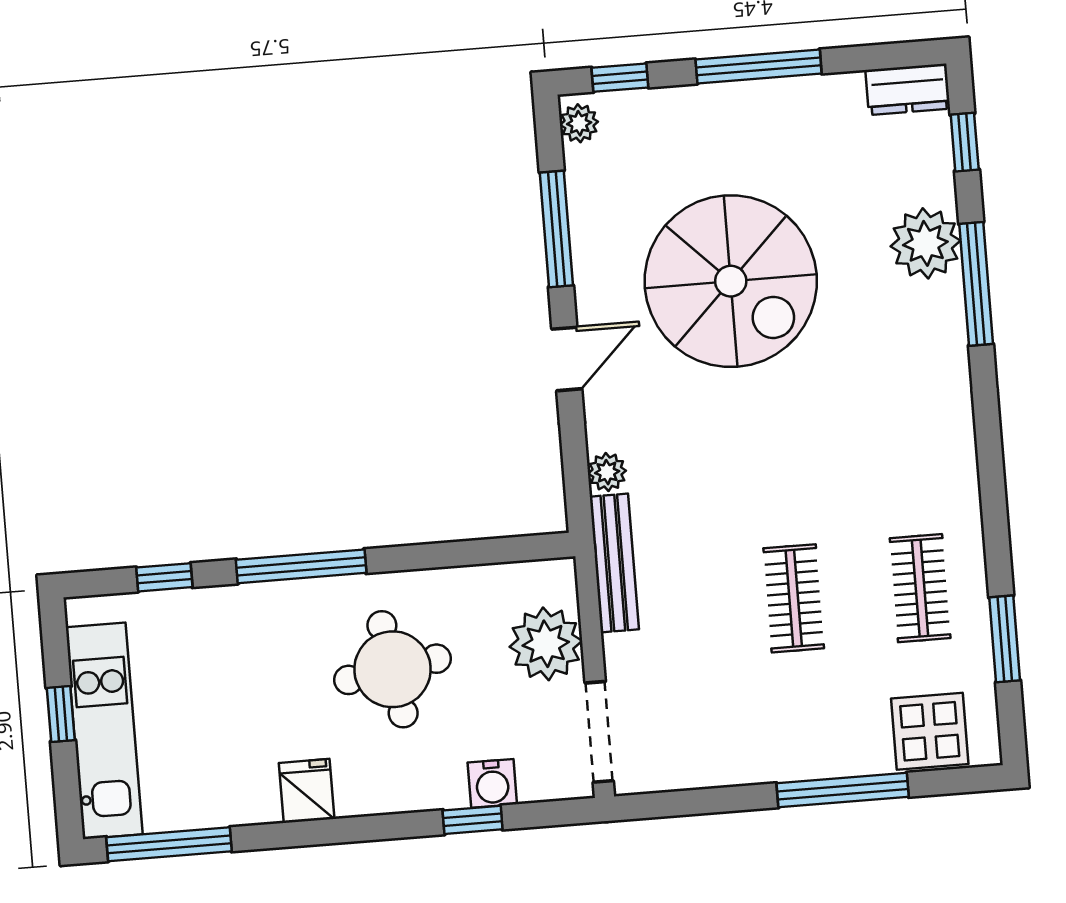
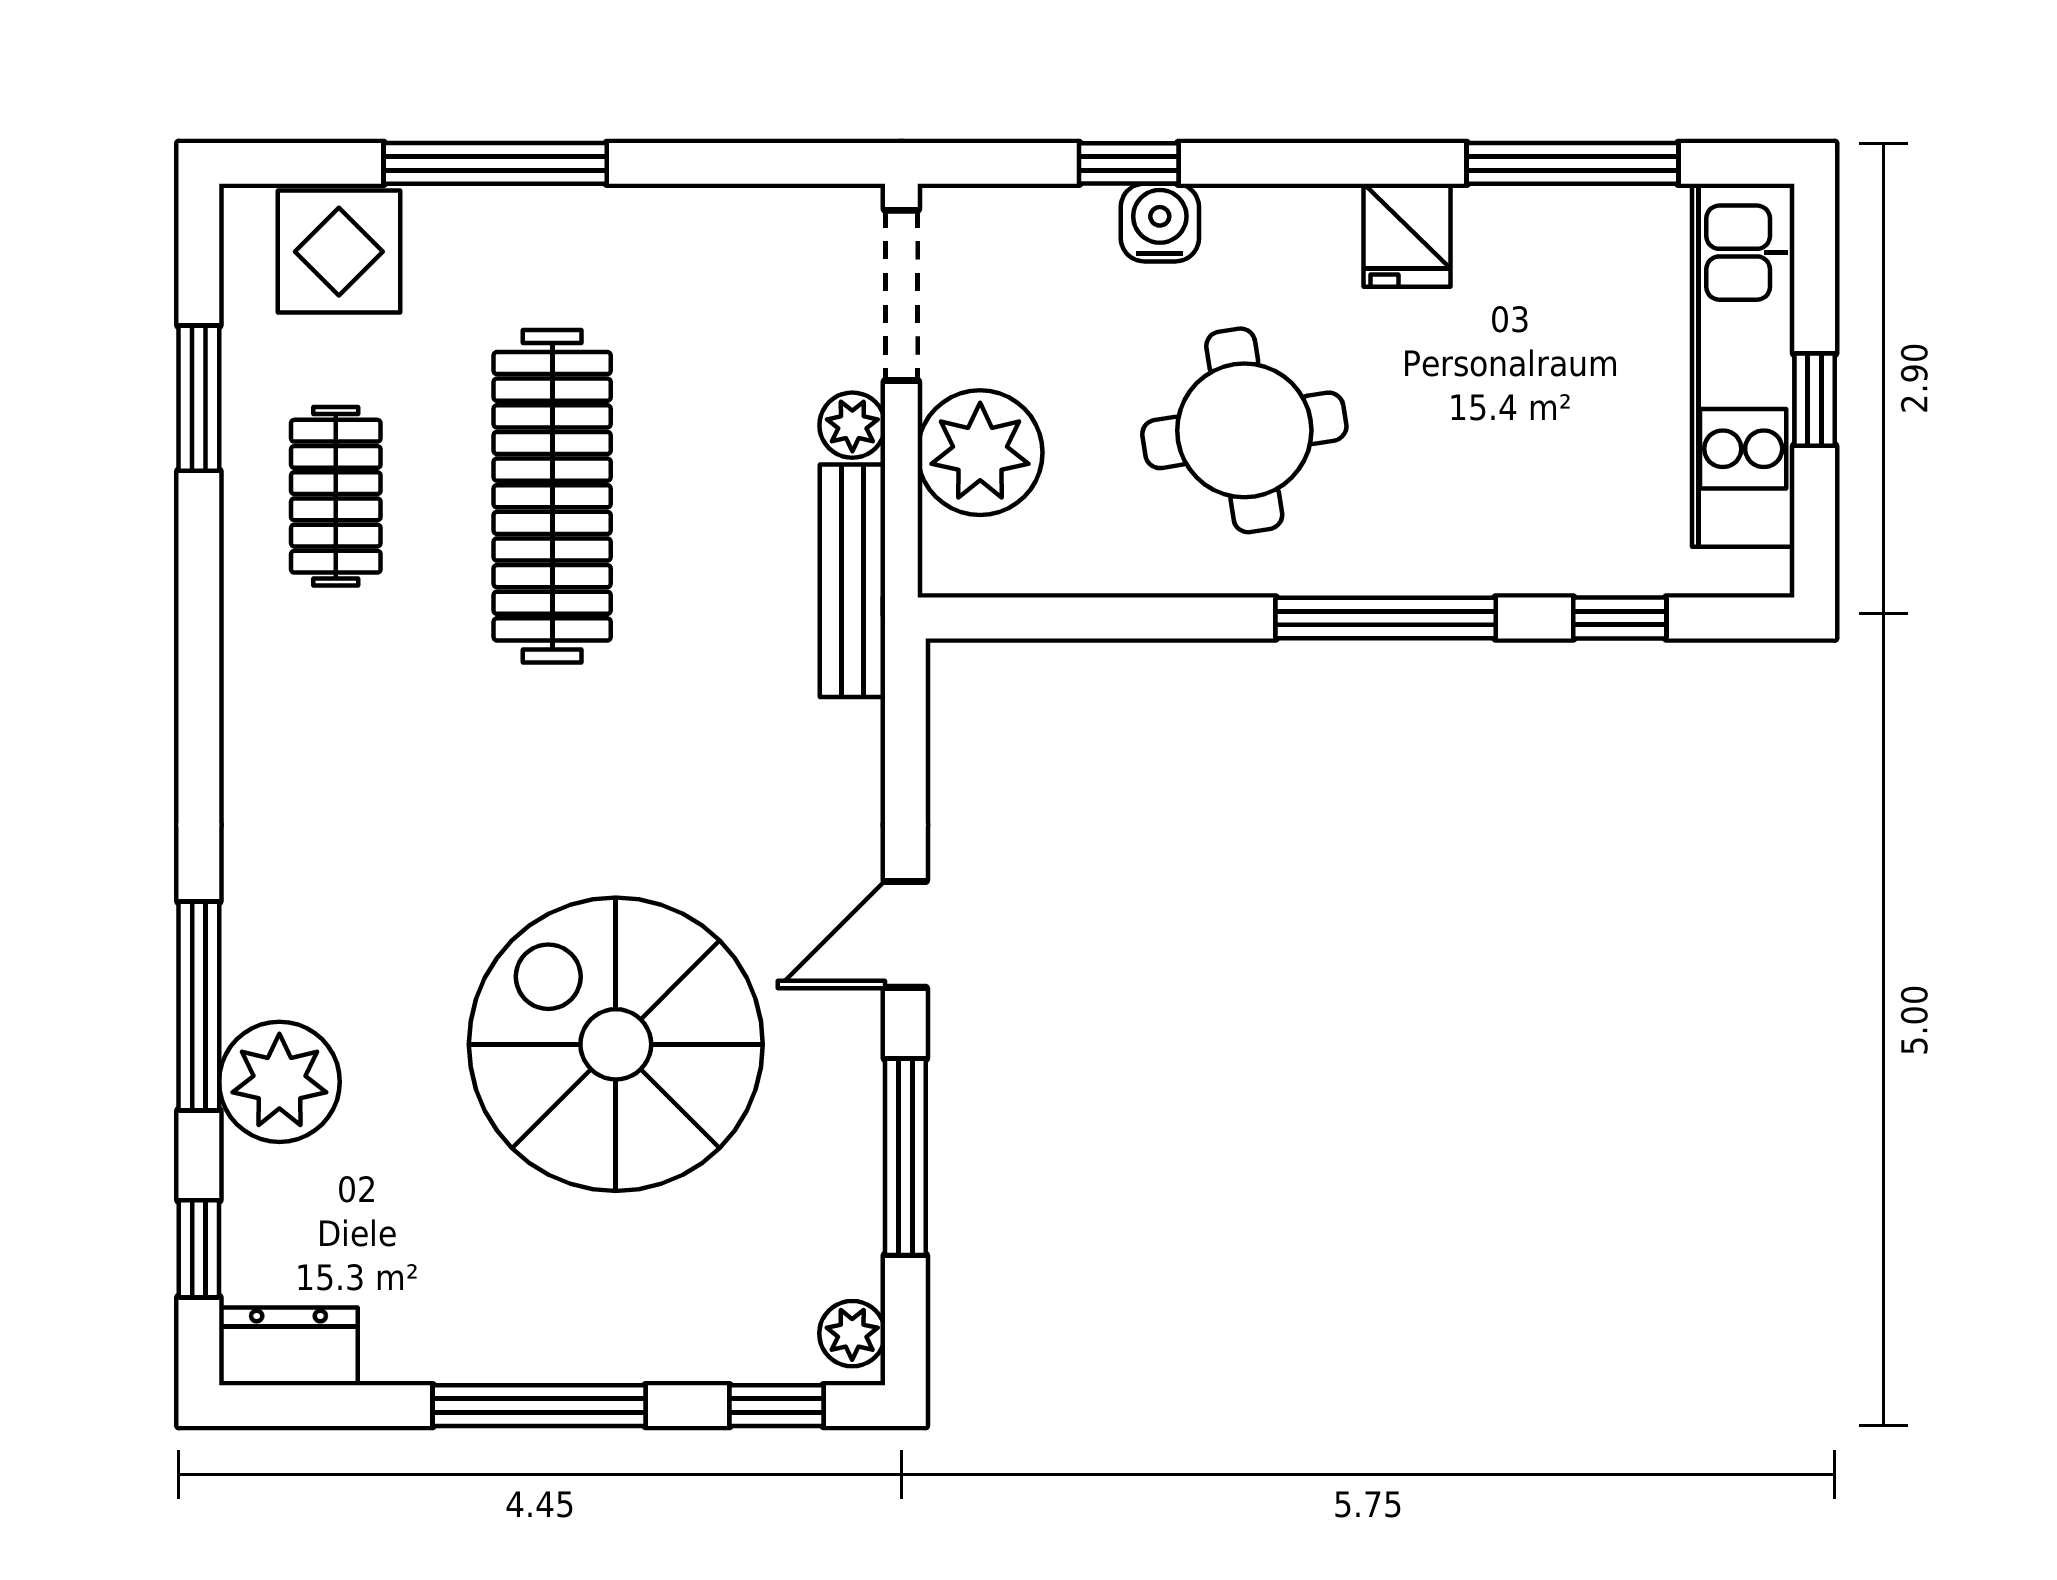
plant: (607, 472) -> (852, 425), moved
clothes rail: (794, 598) -> (552, 496), width x1.86, depth x1.31
water cooler: (492, 783) -> (1160, 223), moved
window: (169, 844) -> (1572, 163), moved

